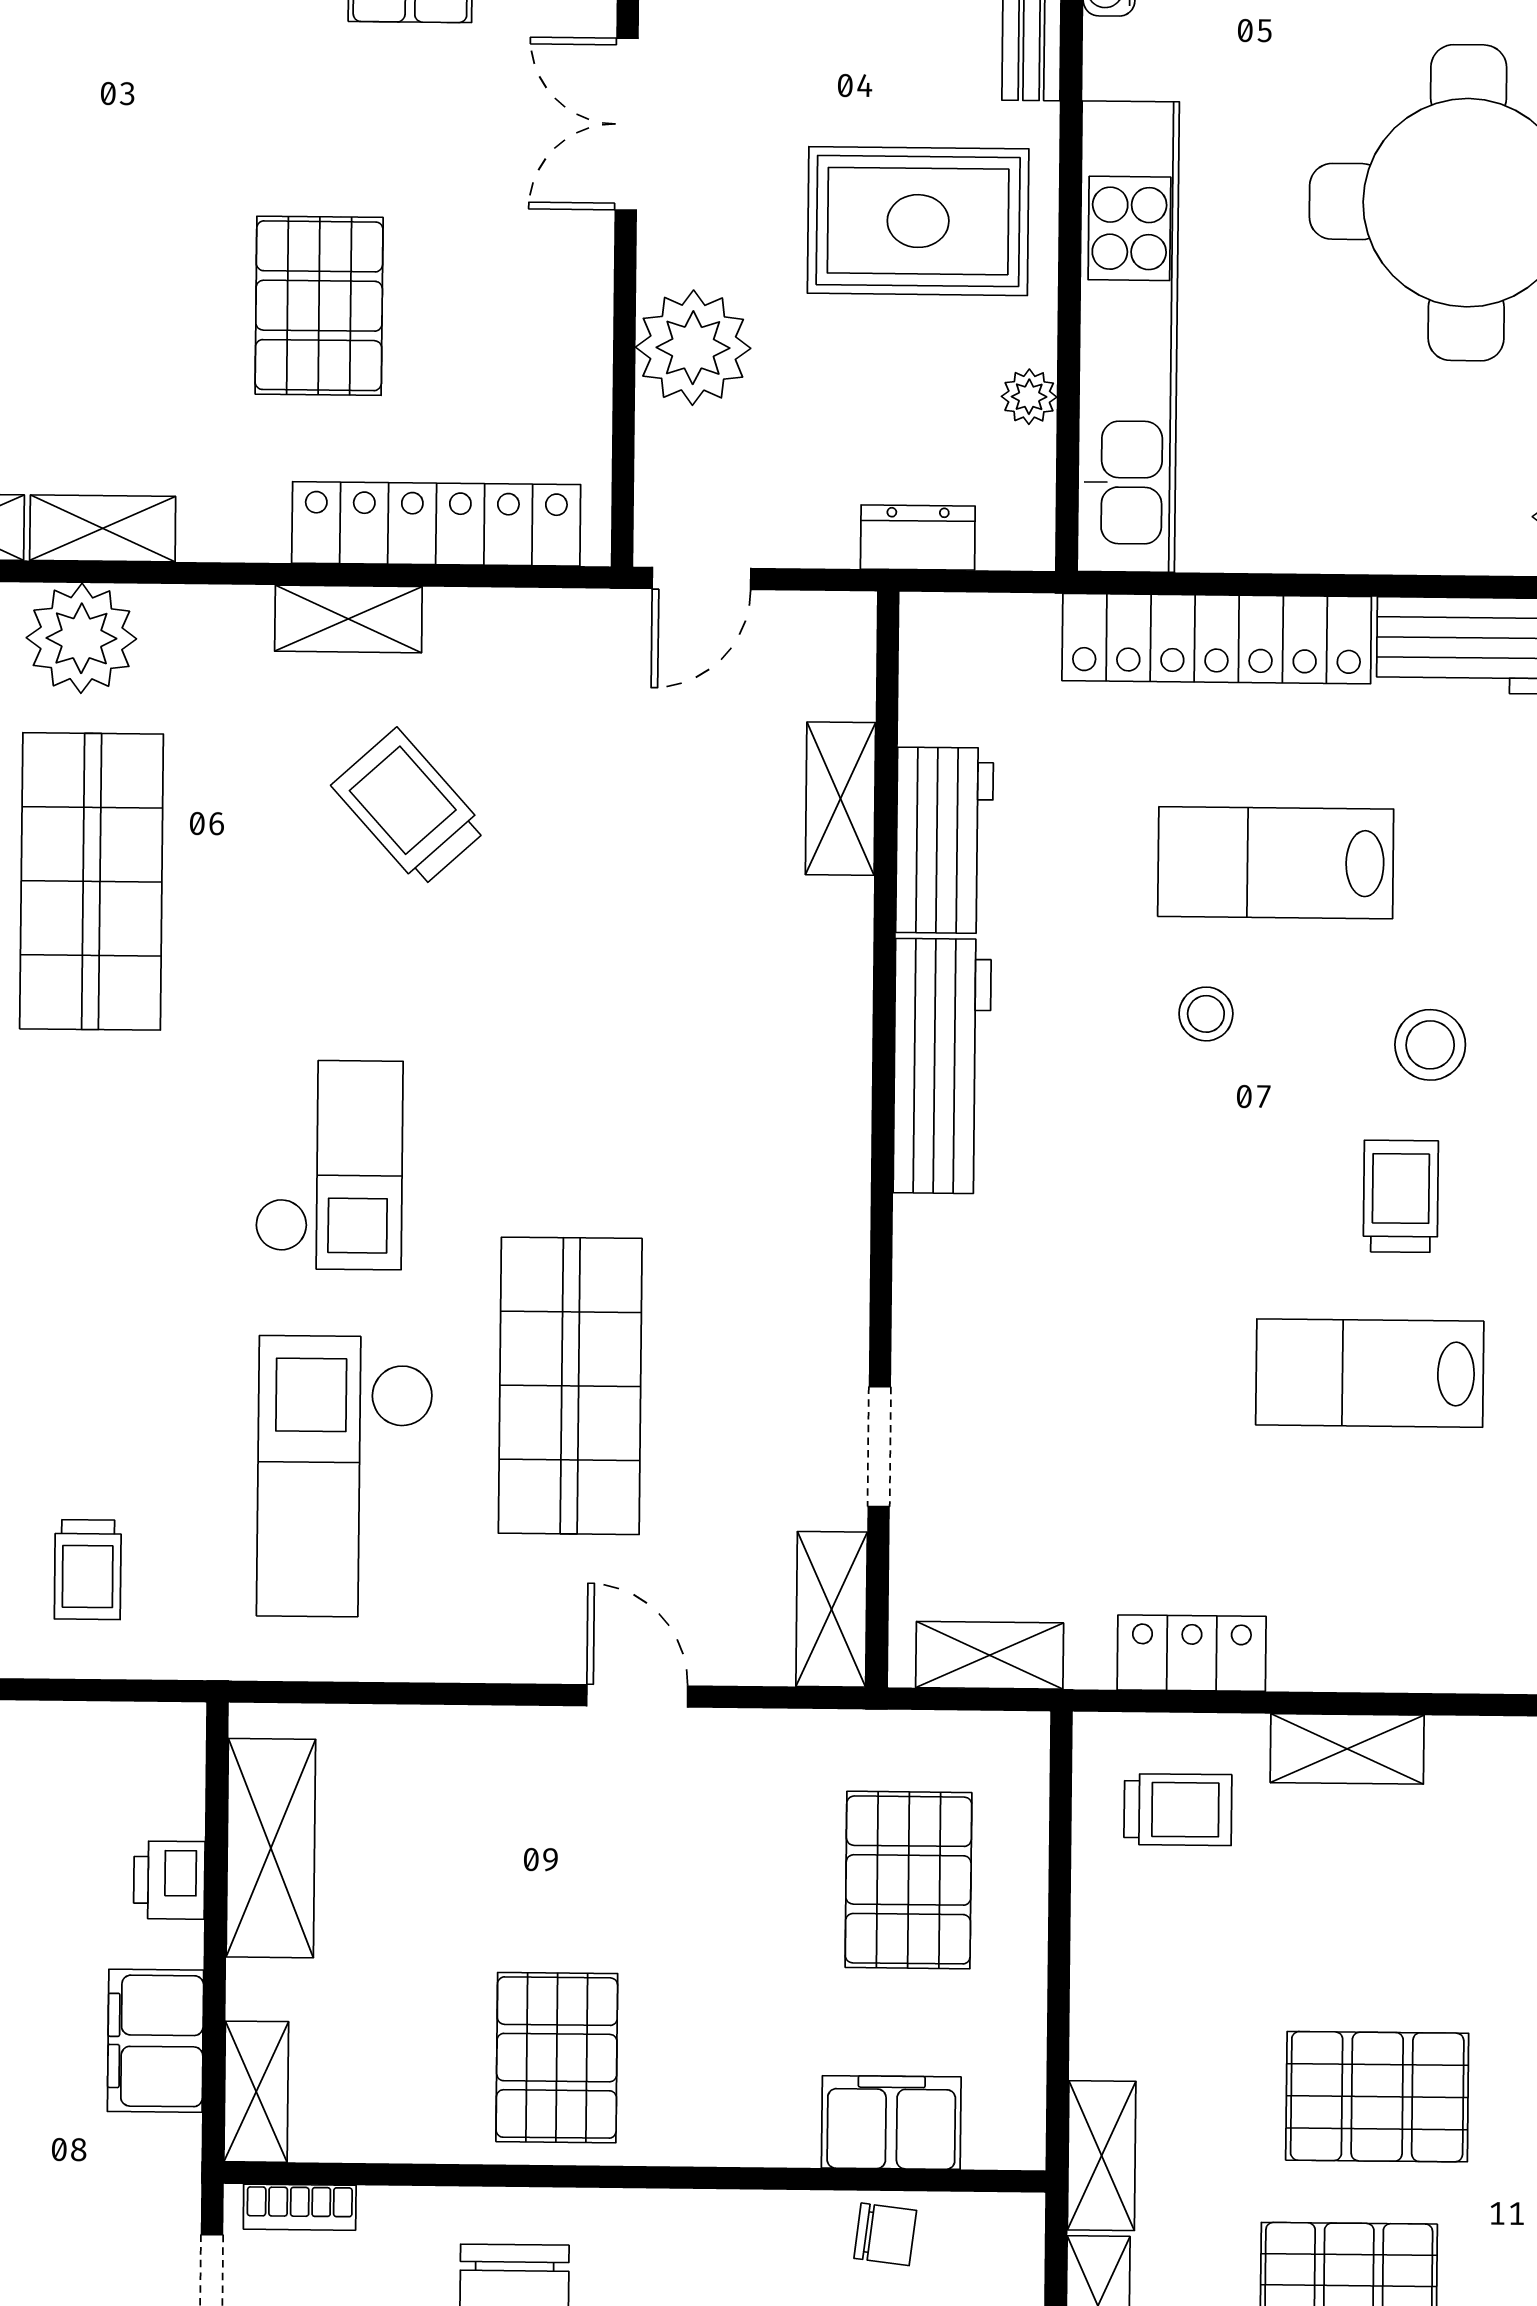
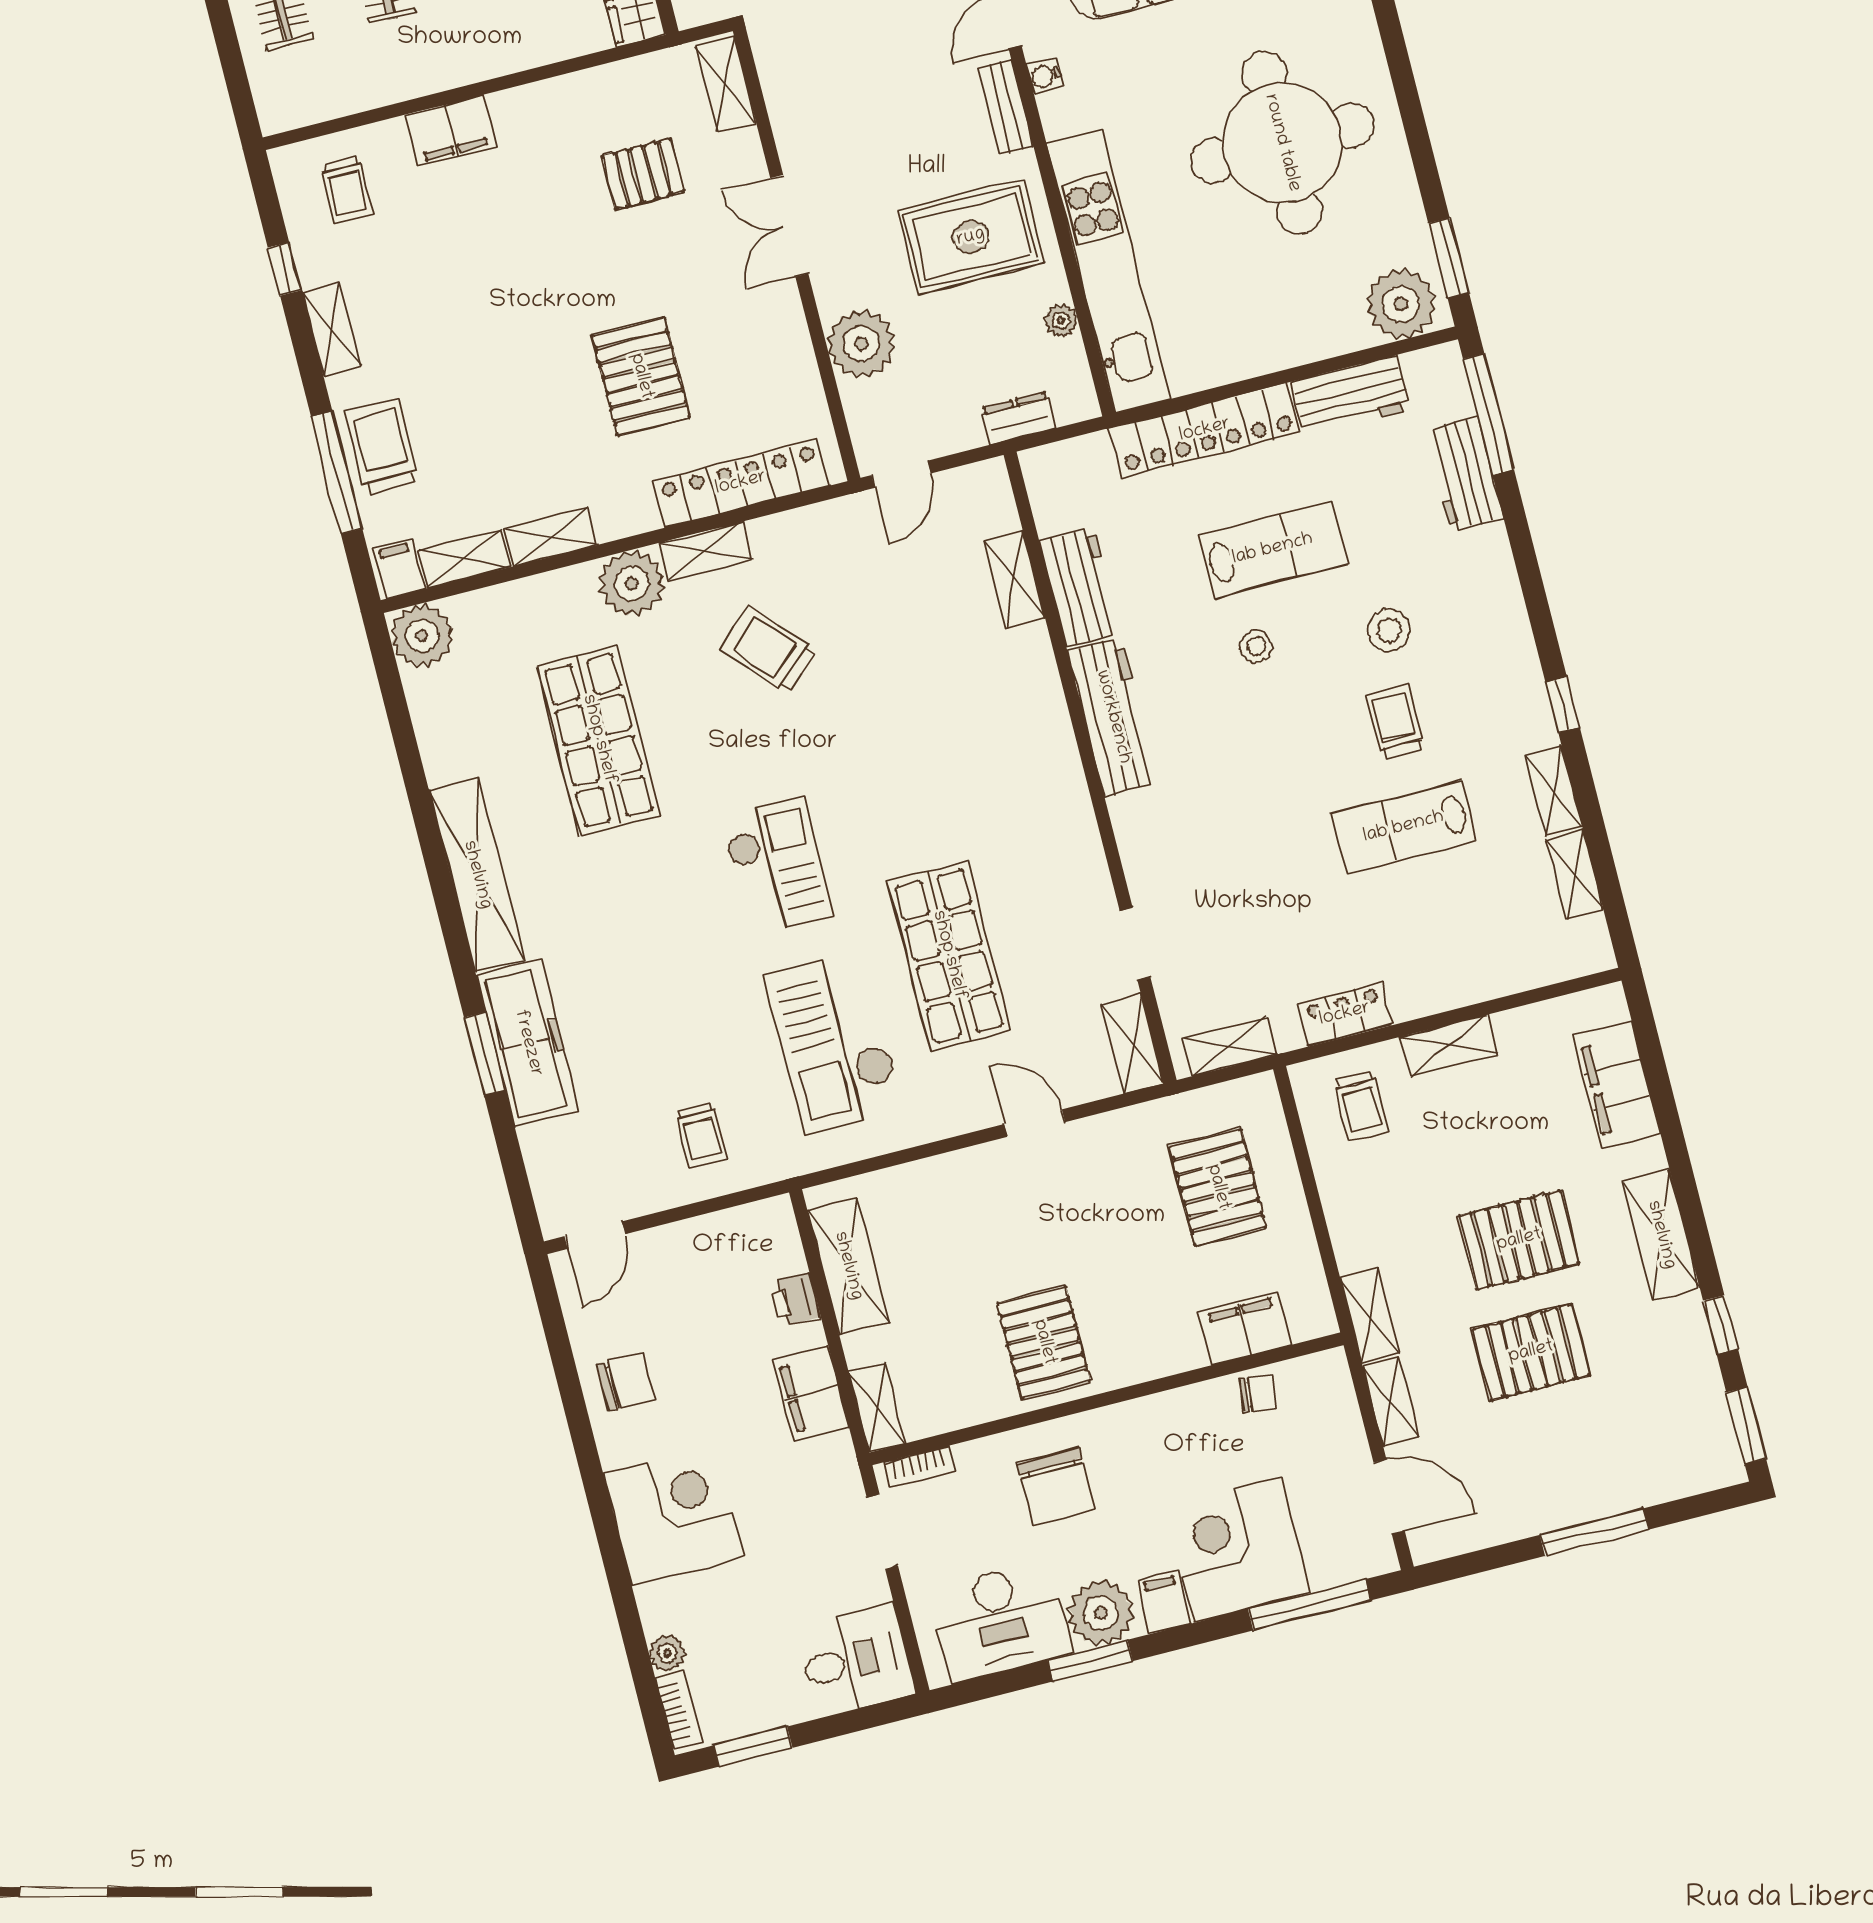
plant: (81, 638) -> (632, 584), moved
lab bench: (1276, 863) -> (1273, 549), turned 180
trolley: (1178, 1810) -> (1361, 1106), turned 90

